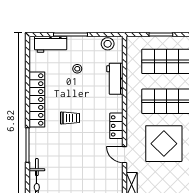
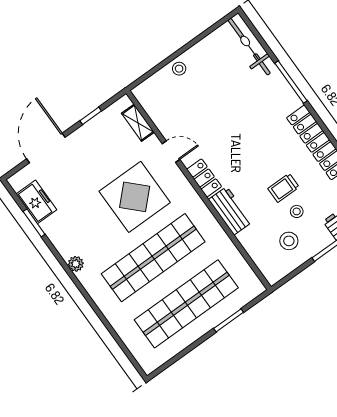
stool: (108, 44) -> (289, 241), moved
workbench: (115, 79) -> (230, 211), moved
trolley: (70, 118) -> (284, 188), moved

